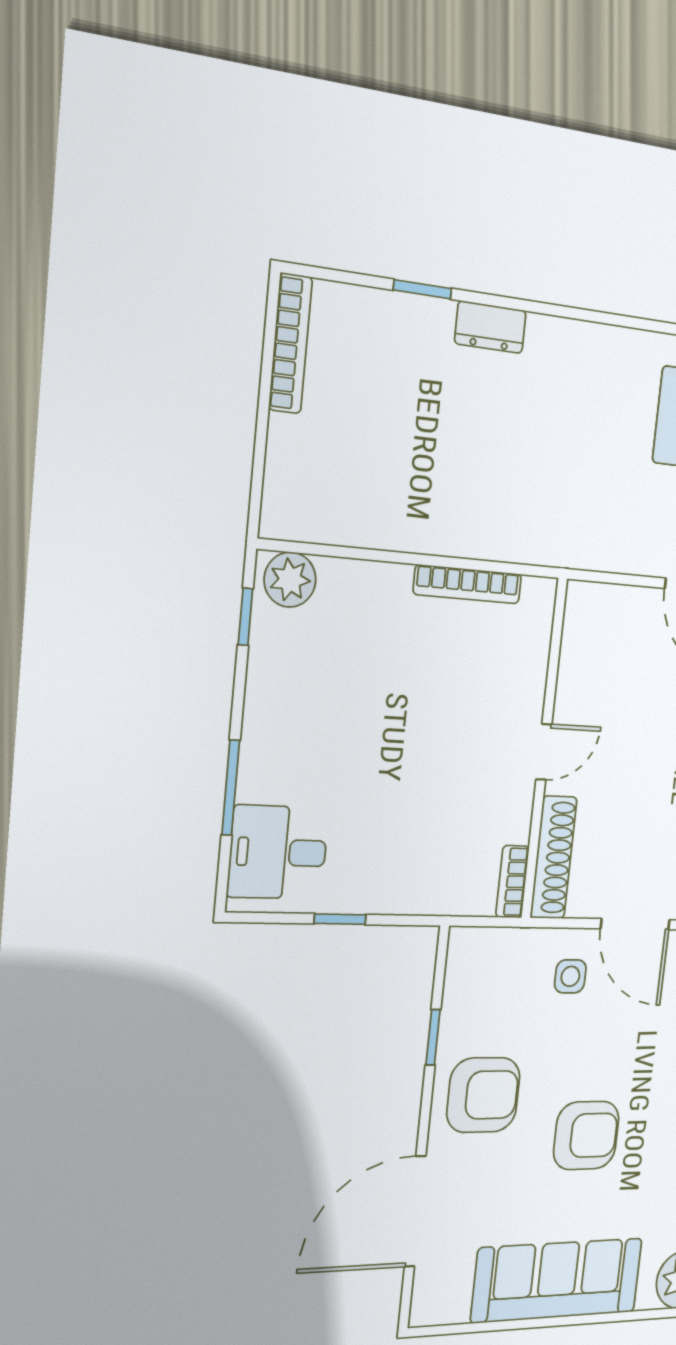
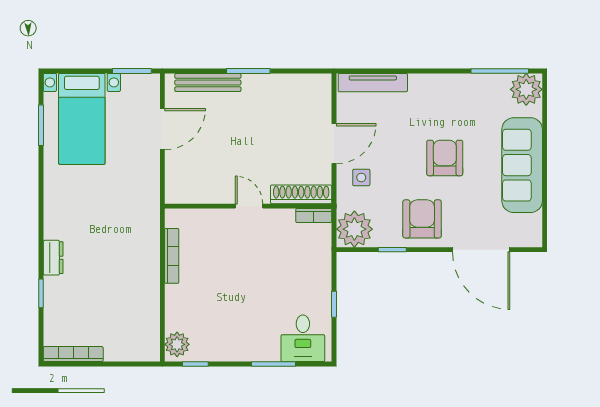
plant: (479, 962) -> (354, 229), added

